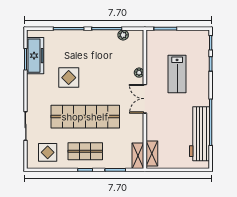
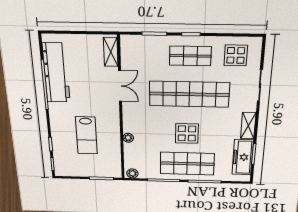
plant: (123, 35) -> (132, 173), moved
shop shelf: (85, 47) -> (187, 164), added
lab bench: (177, 74) -> (86, 135), turned 180
display table: (69, 78) -> (187, 133), moved
double door: (145, 99) -> (120, 86), moved
shelving: (138, 156) -> (248, 126), moved

